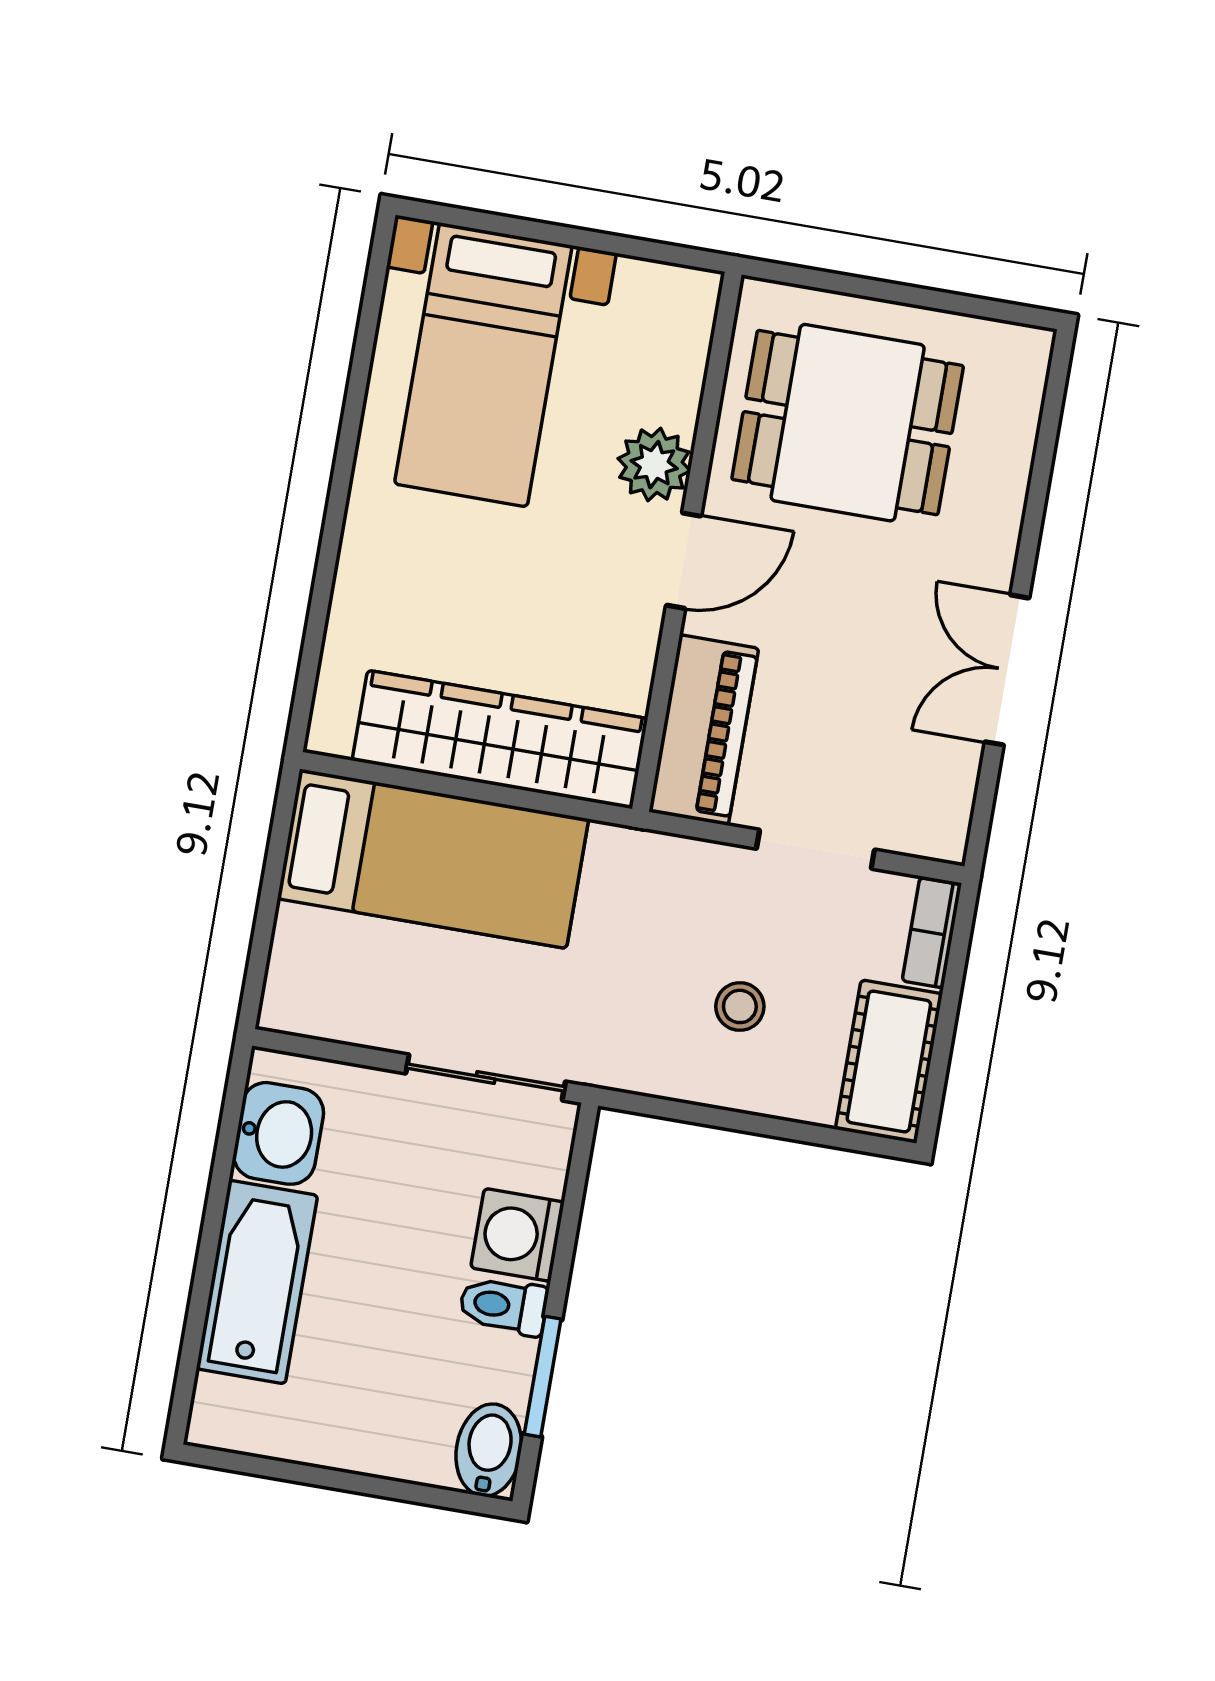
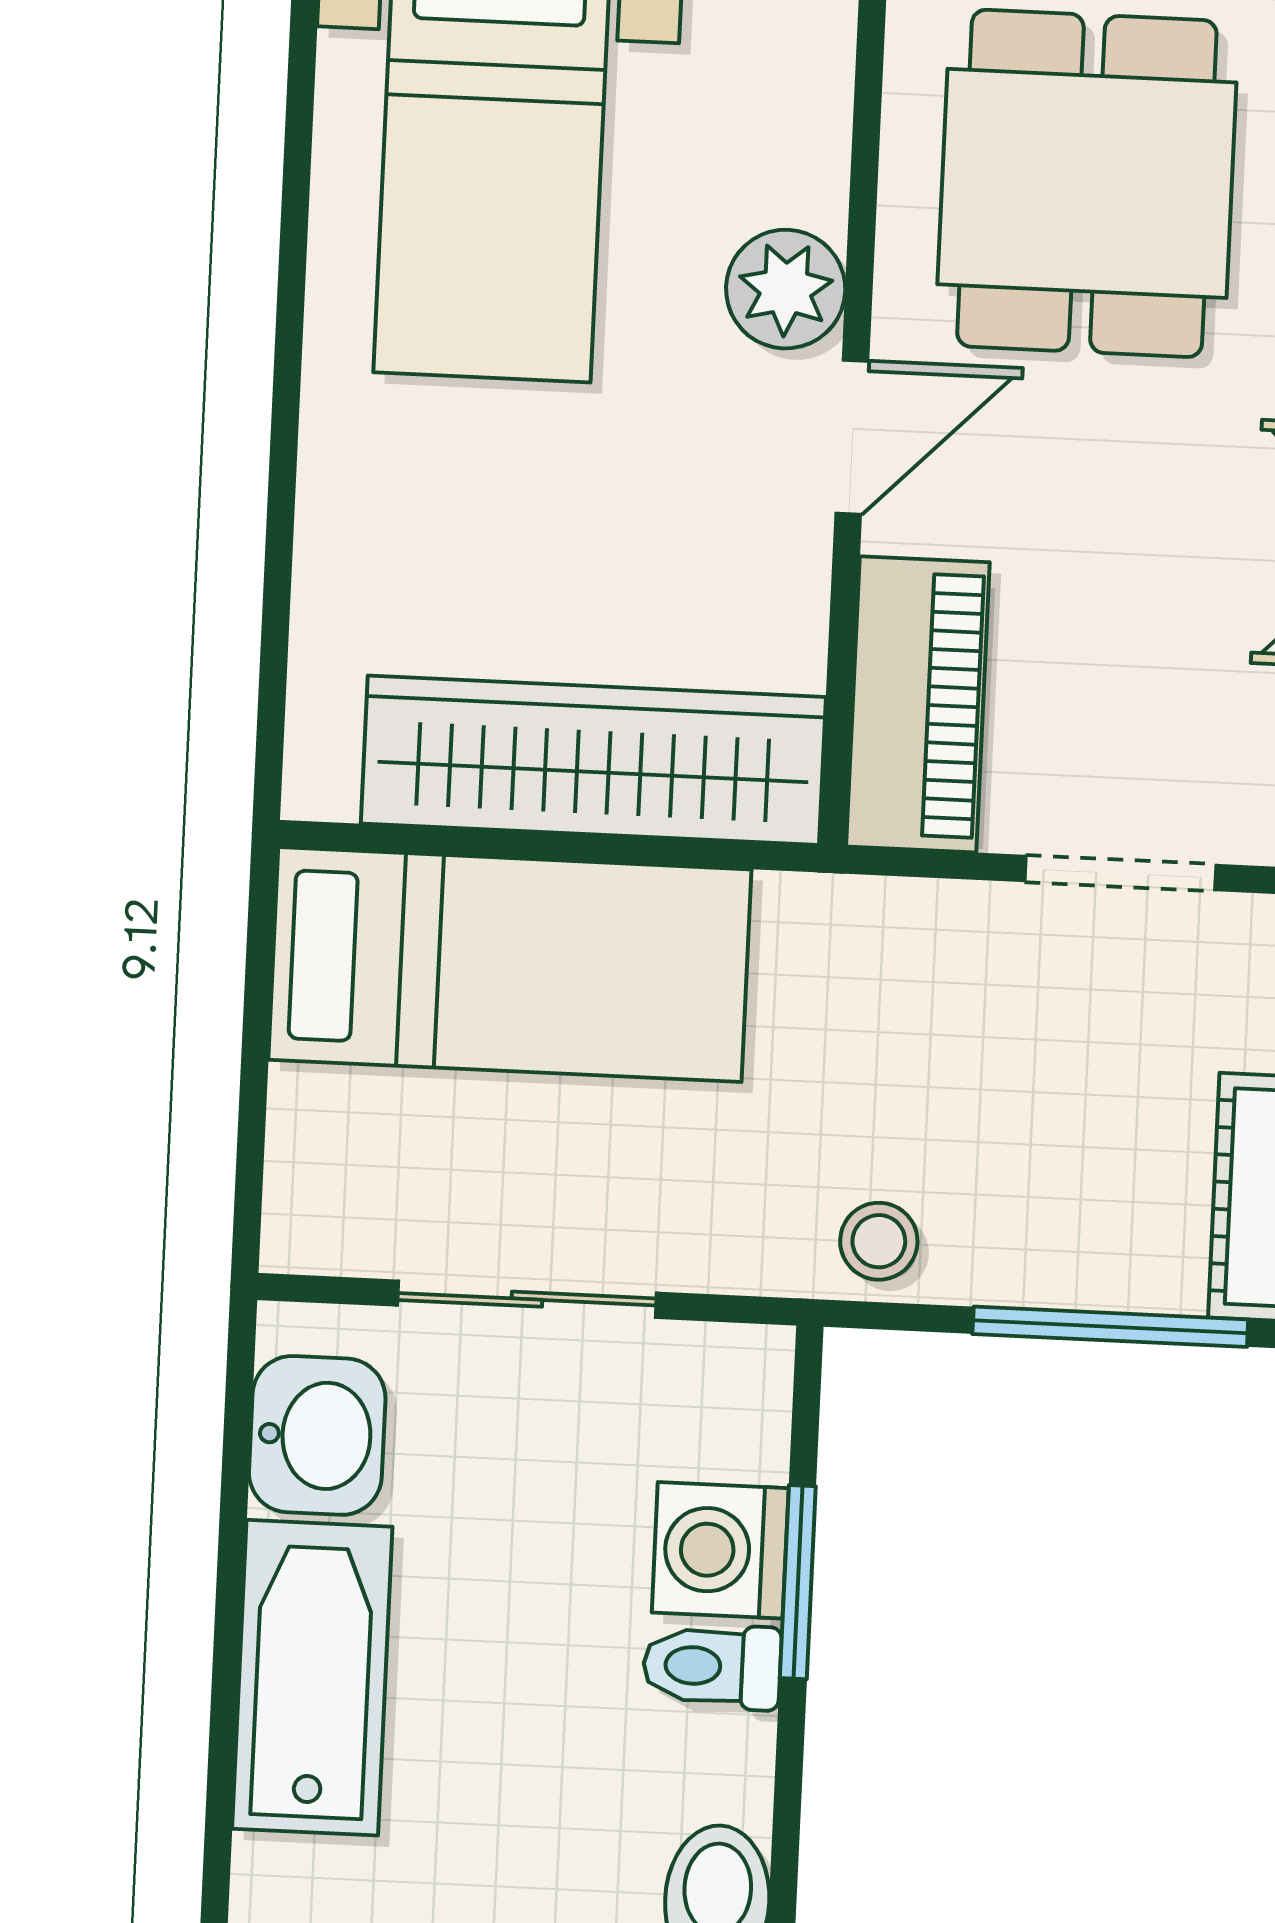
dining table: (848, 423) -> (1087, 183), turned 90
stool: (740, 1006) -> (879, 1241), moved
sliding door: (486, 1077) -> (527, 1299), moved
window: (774, 1127) -> (1110, 1327), added
window: (543, 1377) -> (798, 1582), moved

